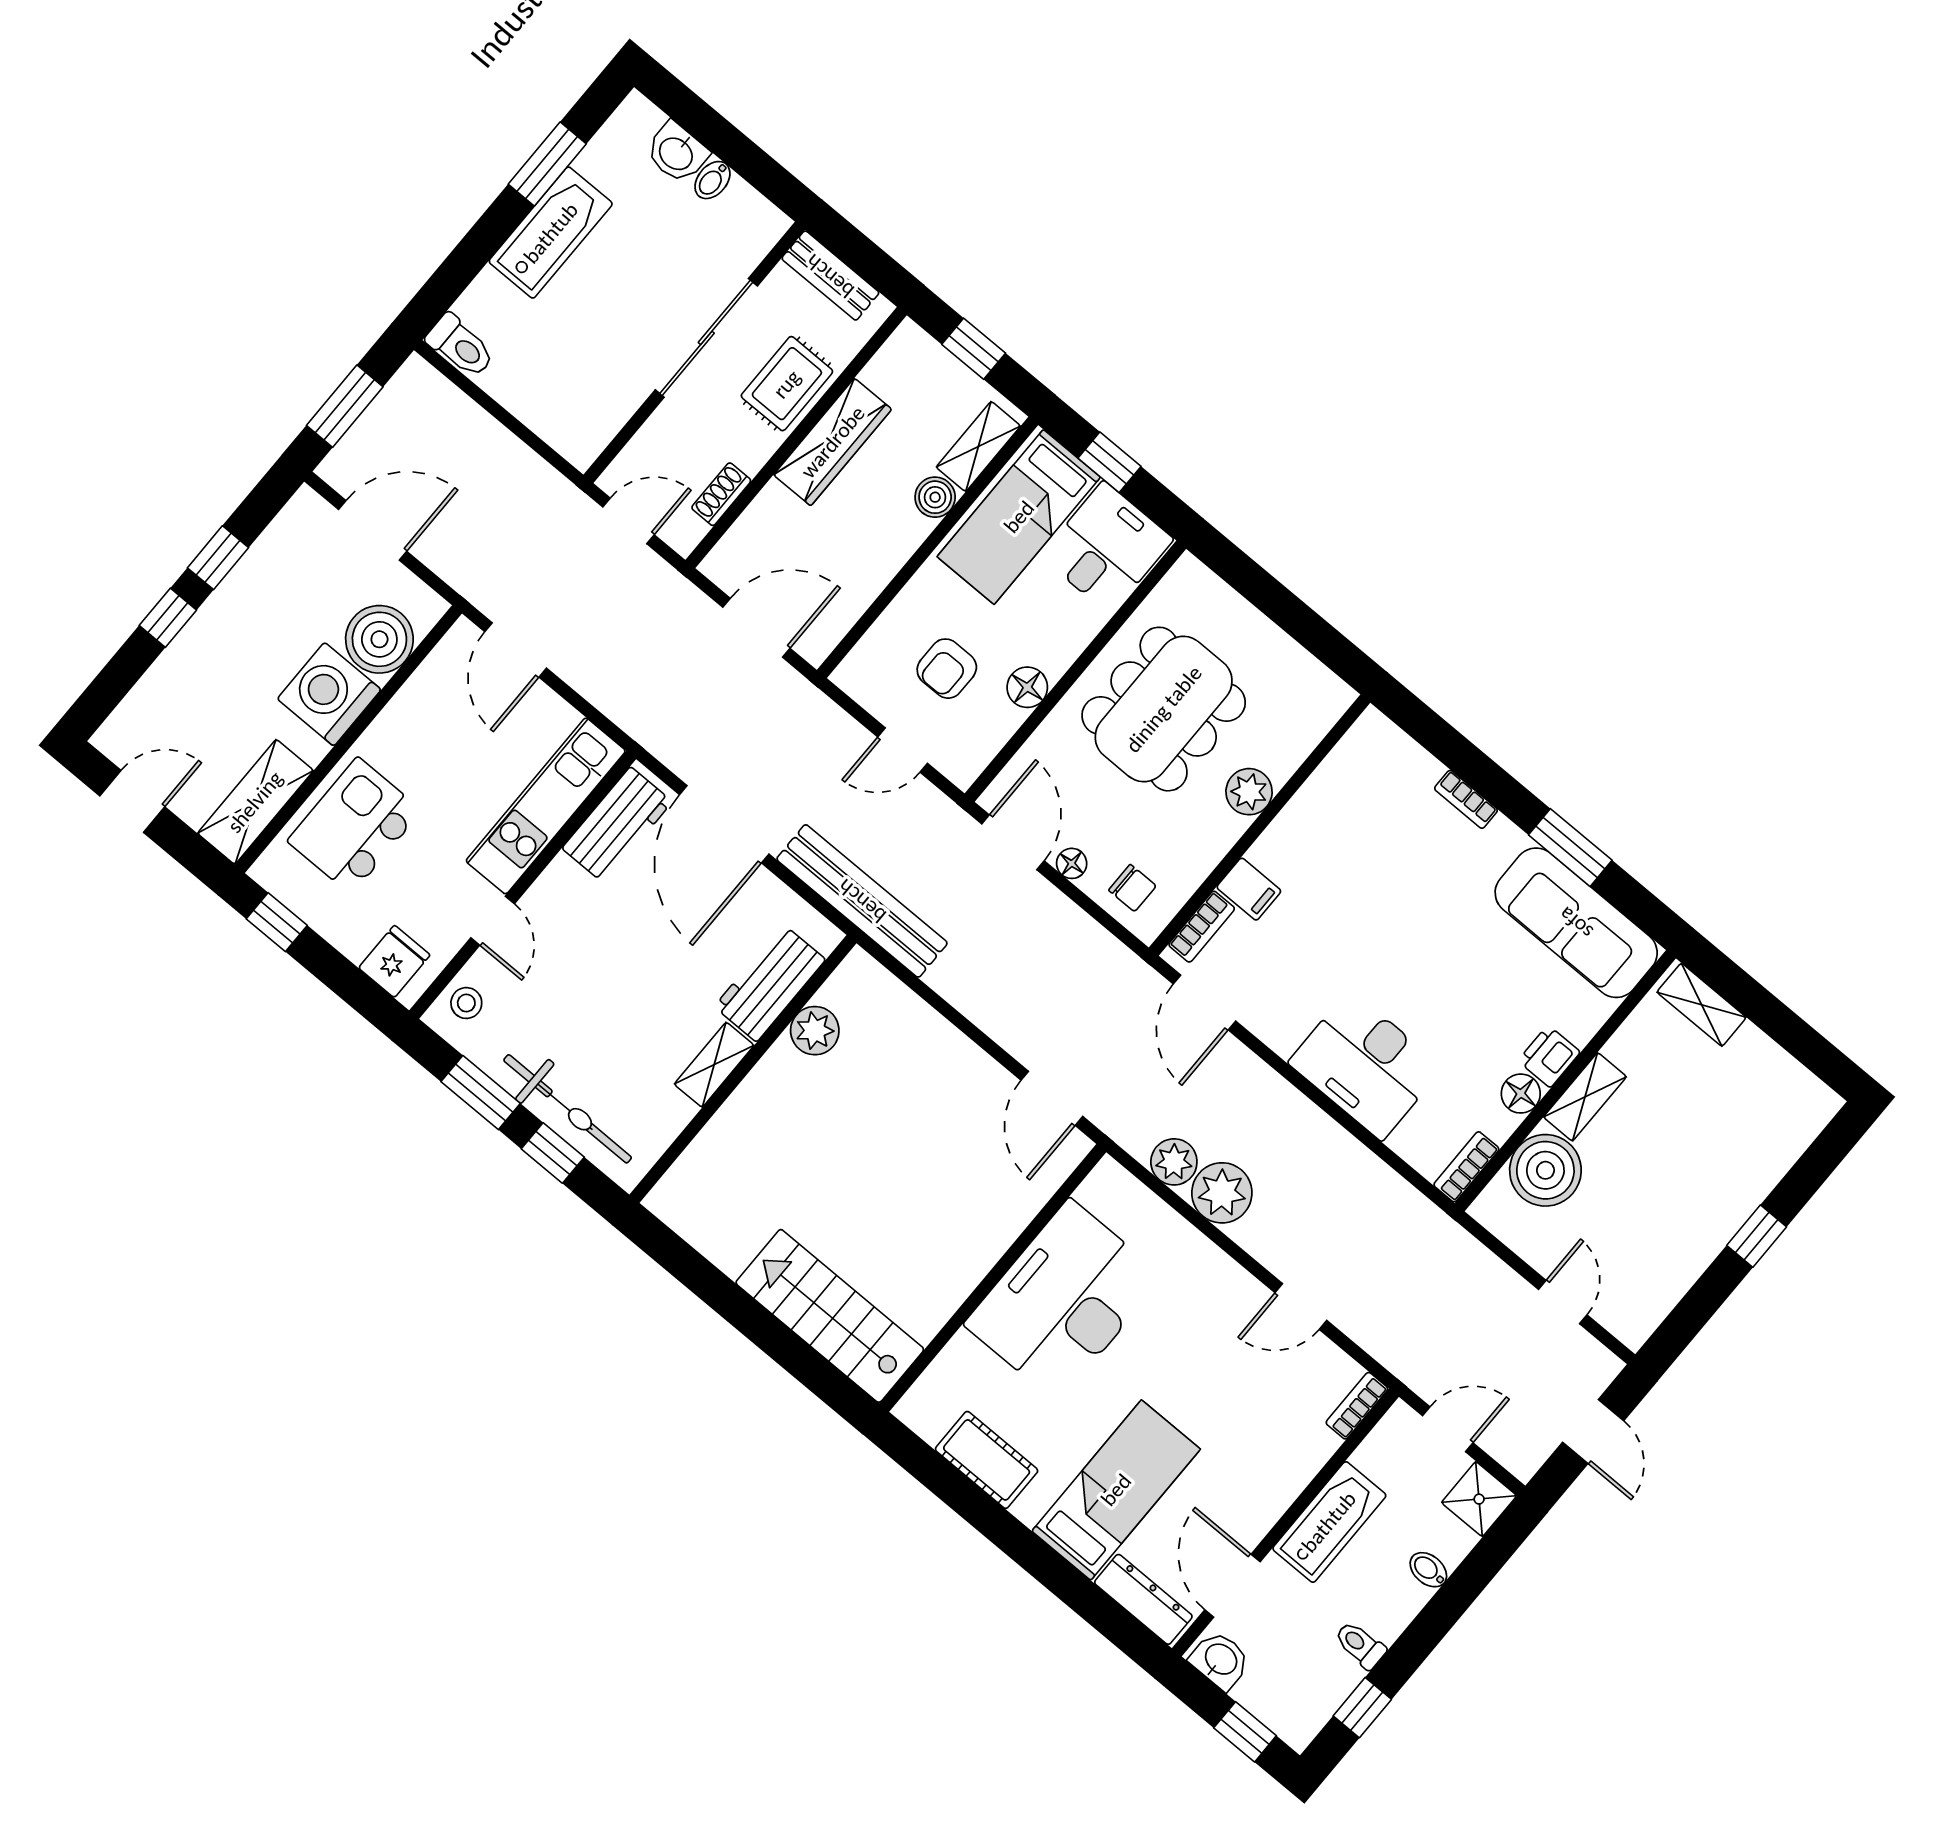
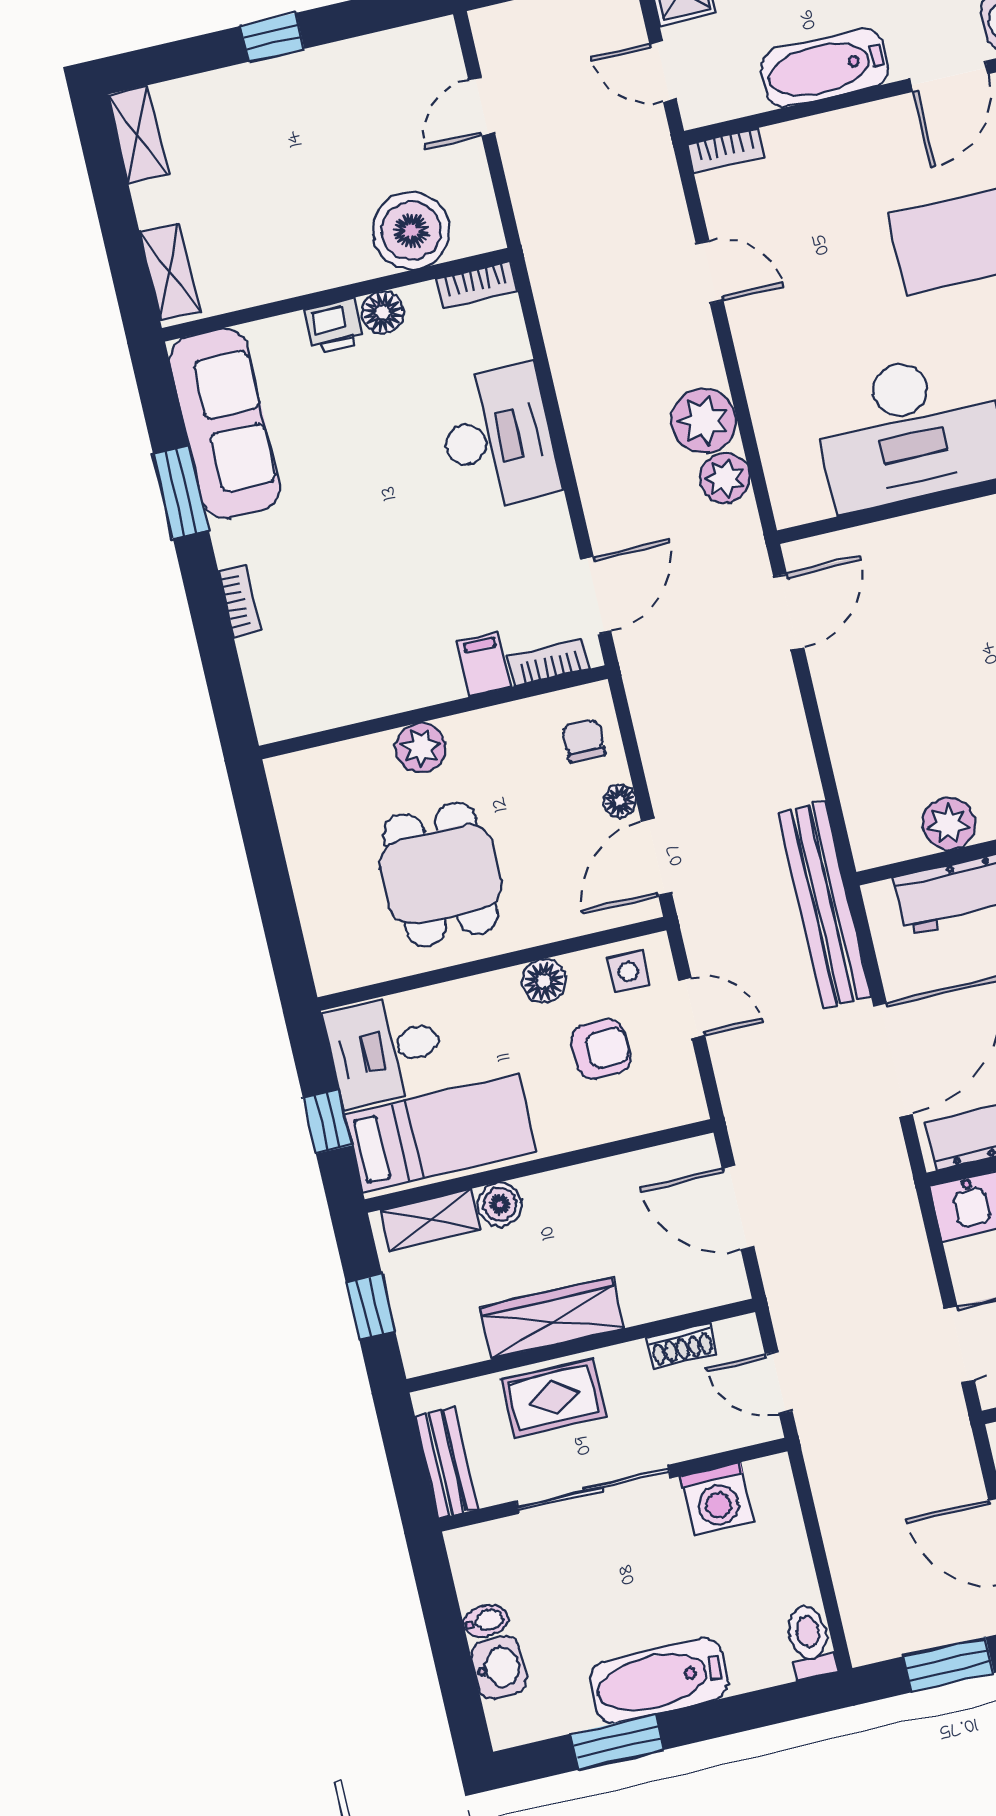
washing machine: (609, 400) -> (717, 1499), added
dining table: (1164, 709) -> (441, 874), width x0.73
side table: (970, 742) -> (628, 972), added
shelving: (1585, 1097) -> (138, 134), moved, turned 90

